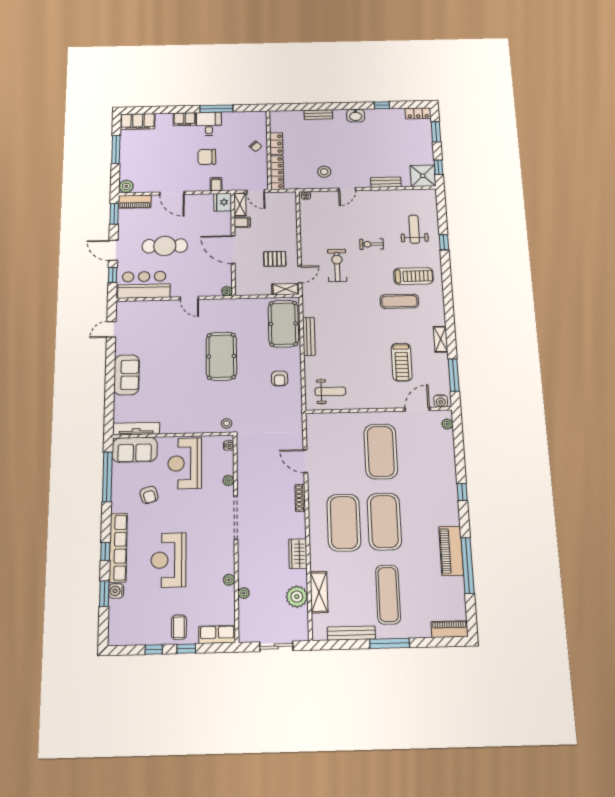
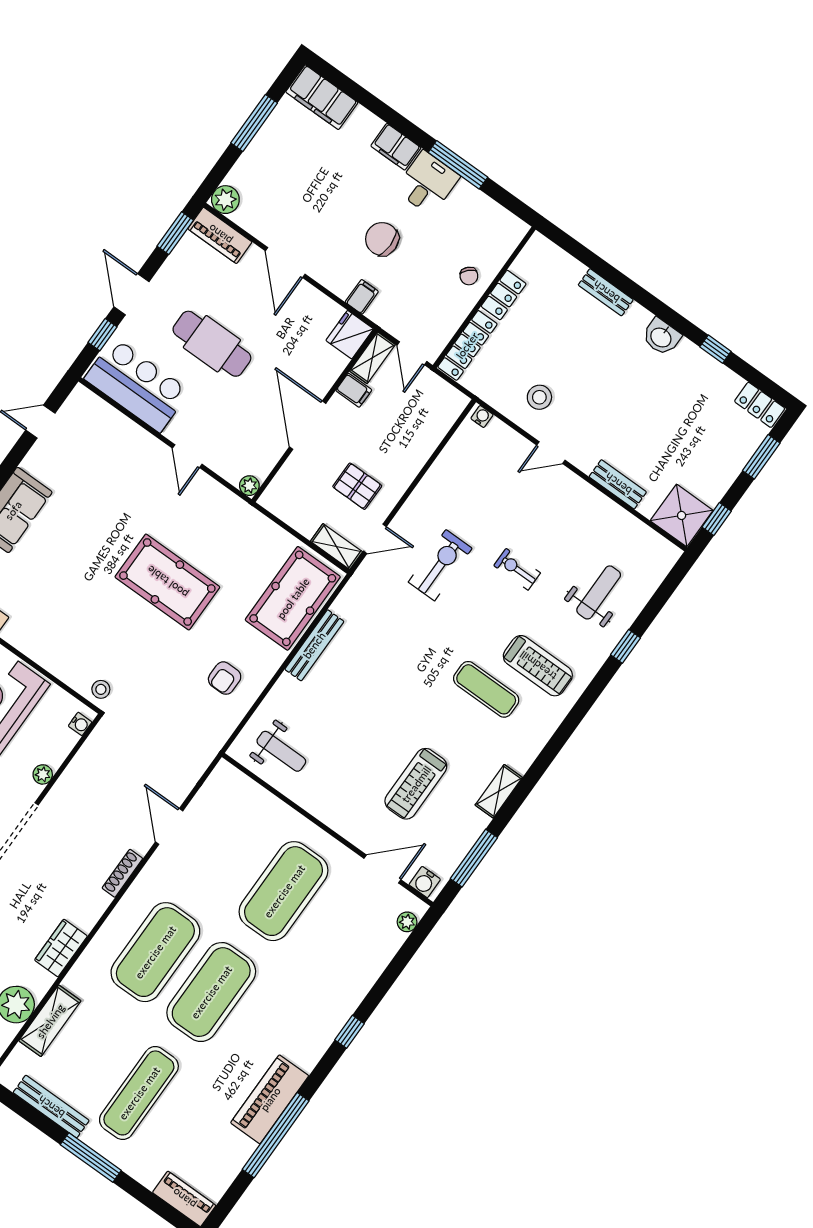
pool table: (221, 356) -> (167, 582), turned 90

